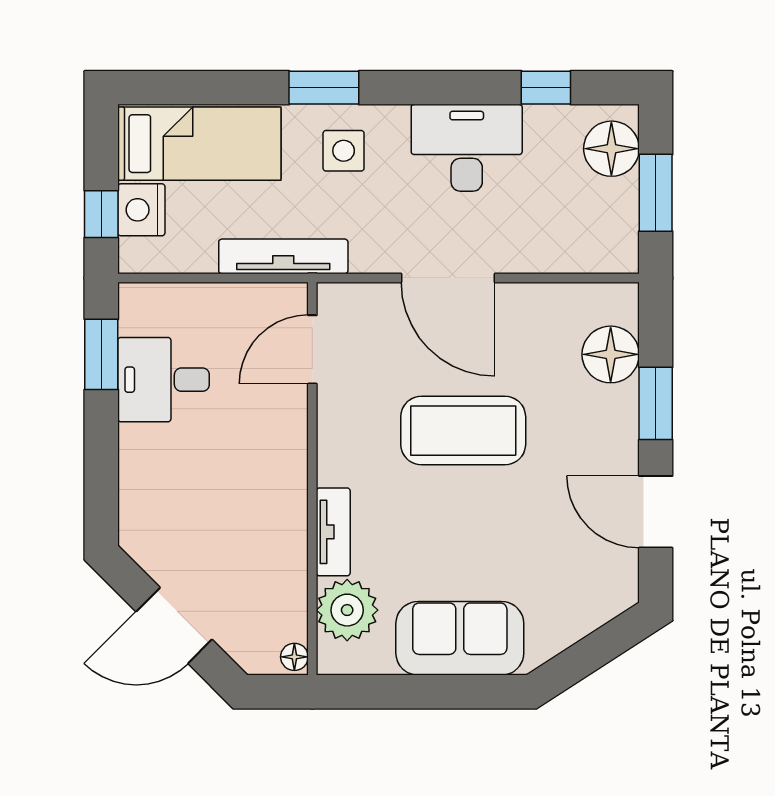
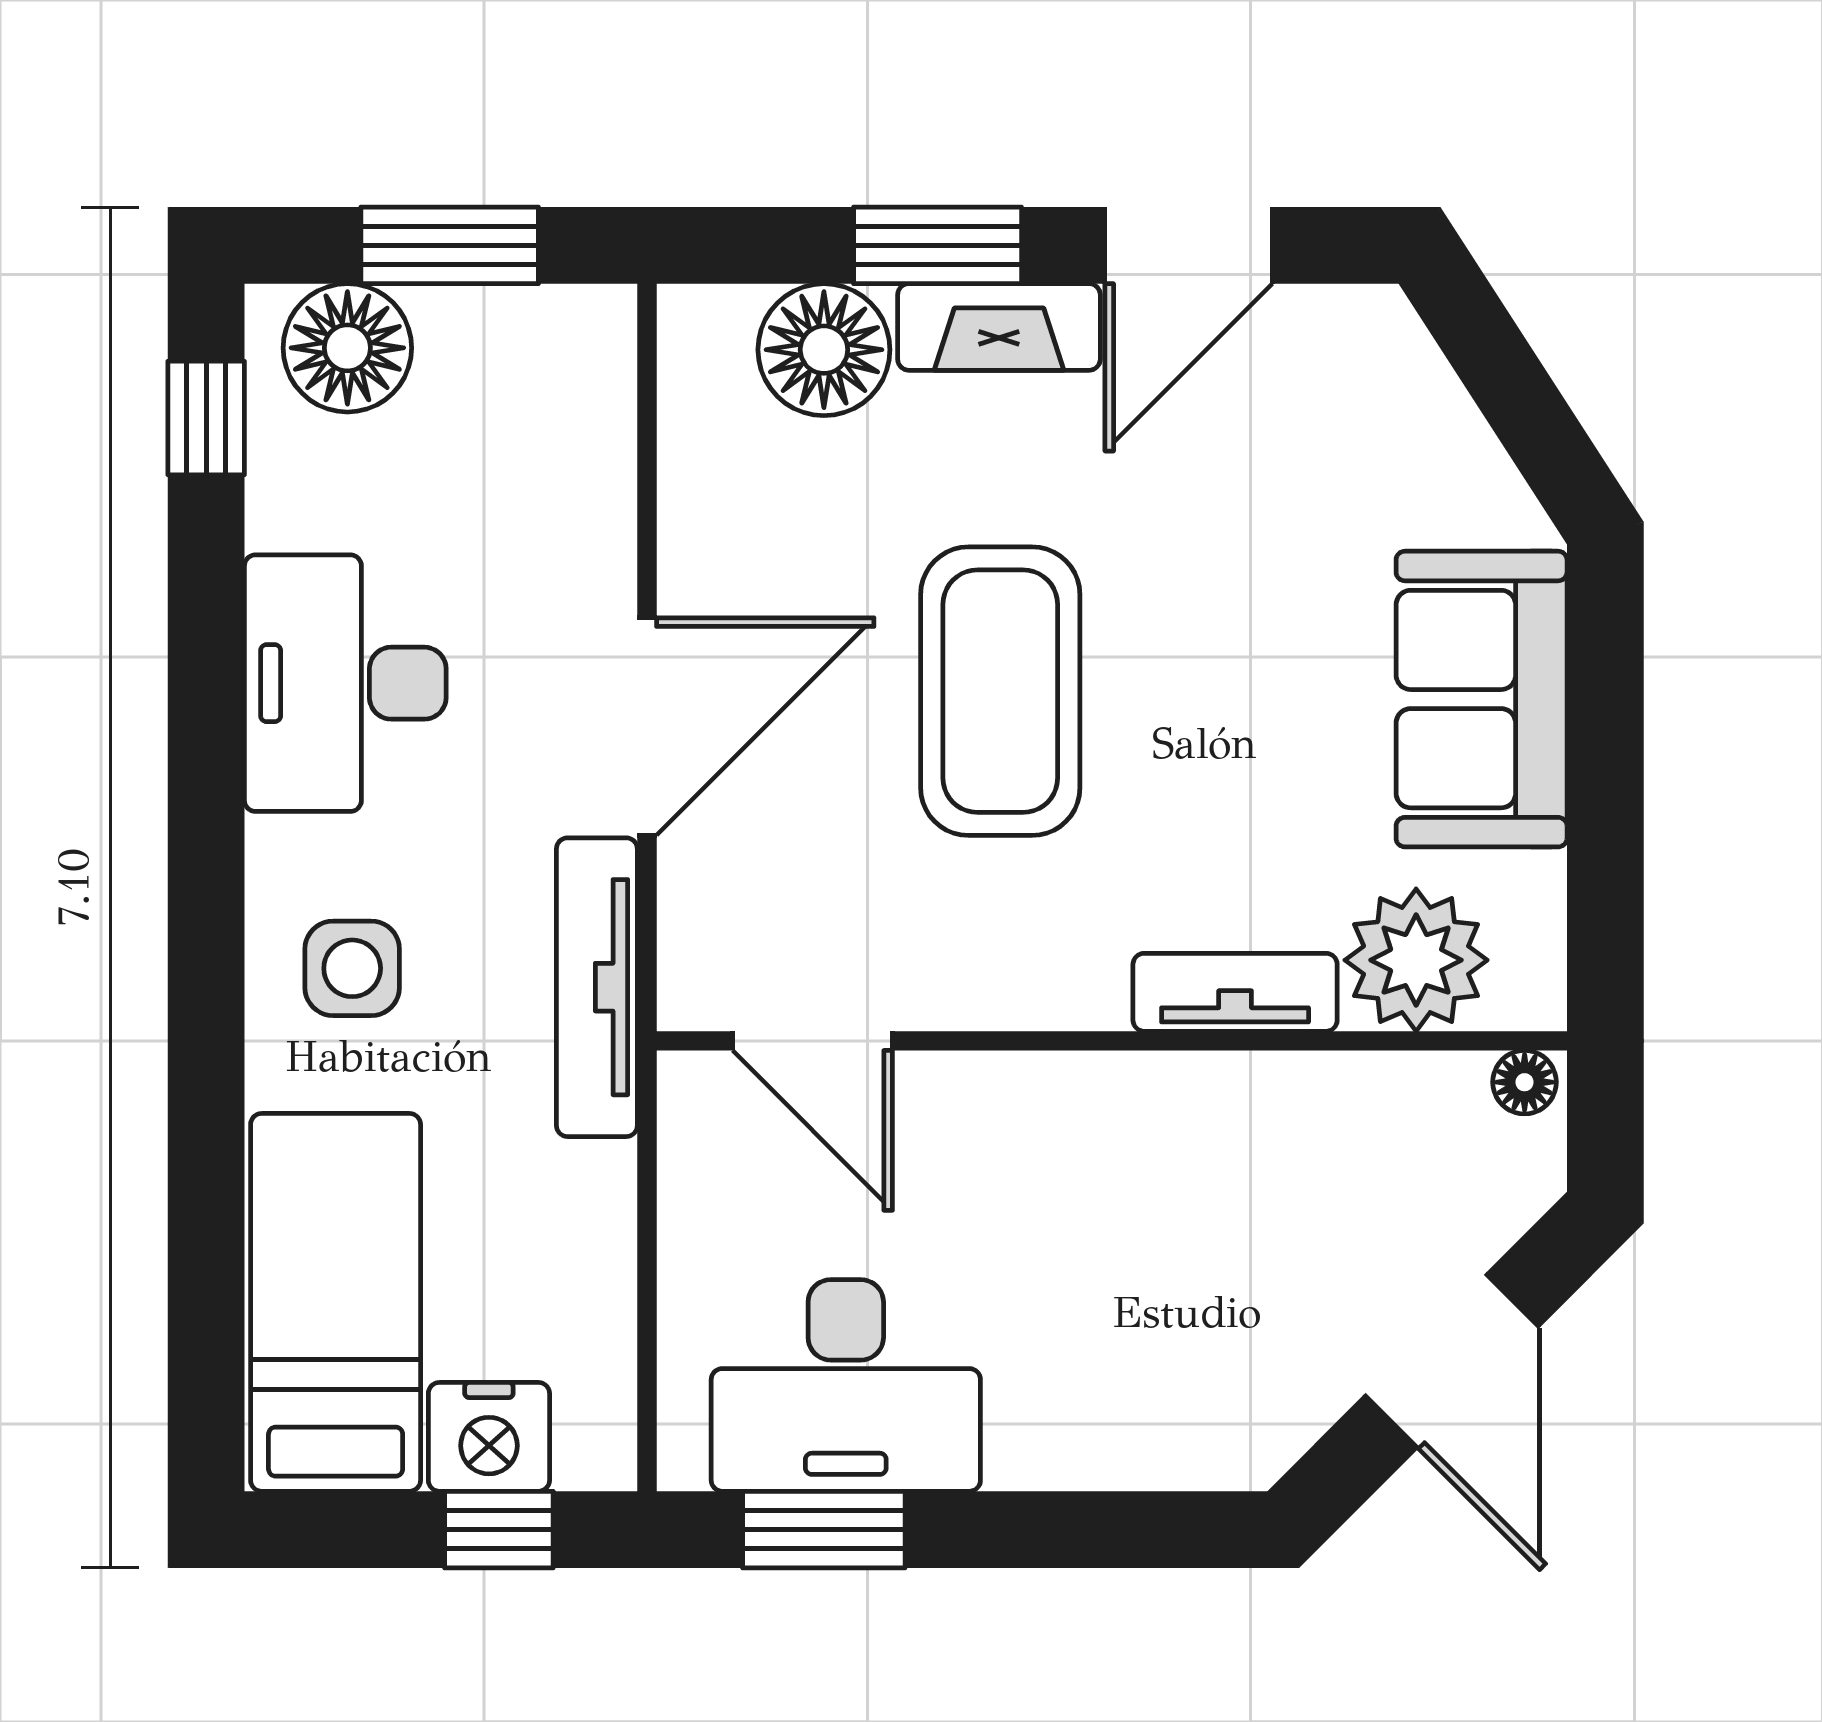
window: (324, 88) -> (206, 1014), removed
window: (546, 88) -> (206, 418), moved
tv unit: (283, 256) -> (597, 987), moved
desk: (163, 380) -> (846, 1385), width x1.37
fireplace: (620, 430) -> (999, 327), added

